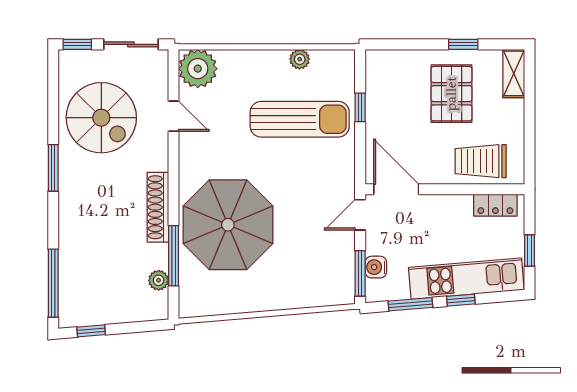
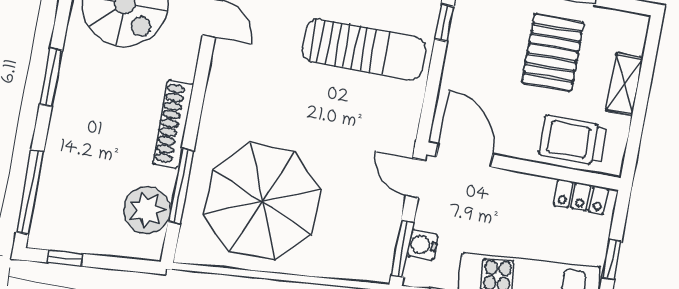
shelving: (514, 73) -> (625, 84), moved
window: (360, 107) -> (444, 23), moved
window: (53, 168) -> (51, 77), moved
door: (360, 215) -> (415, 178), hinge flipped
parasol: (228, 225) -> (262, 202), moved
plant: (159, 280) -> (147, 210), width x1.88, depth x1.88

